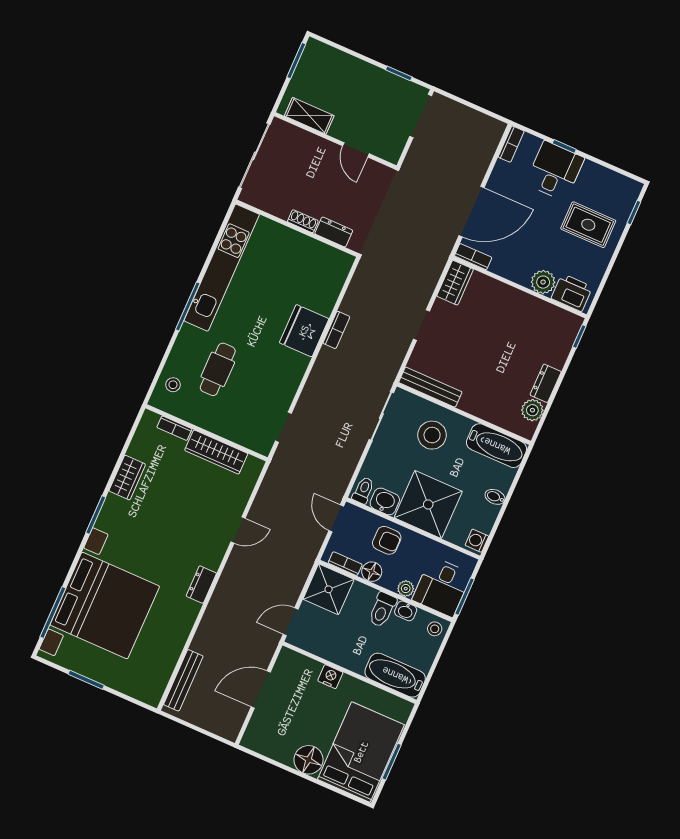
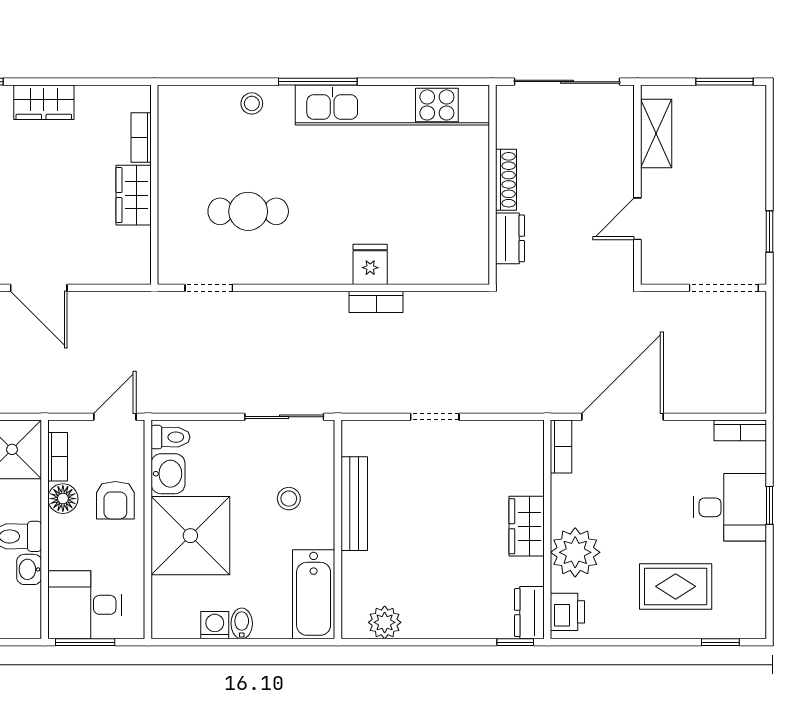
door: (472, 212) -> (622, 417), swing flipped
shoe rack: (303, 221) -> (506, 180), width x1.43
rug: (588, 225) -> (676, 586), turned 90
plant: (543, 282) -> (575, 552), width x1.36, depth x1.36
wardrobe: (455, 283) -> (527, 526), moved, turned 90
printer: (572, 293) -> (567, 612), width x0.73, depth x0.81
fridge: (304, 331) -> (370, 264), width x0.53, depth x0.75
cafe table: (218, 369) -> (248, 211), moved
dresser: (546, 383) -> (529, 613), moved, turned -90
stool: (173, 385) -> (252, 103), moved
bench: (430, 387) -> (354, 504), moved
stool: (432, 435) -> (289, 499), width x0.53, depth x0.53
wardrobe: (216, 452) -> (134, 195), width x0.67
door: (238, 530) -> (39, 288), width x1.38
washing machine: (477, 541) -> (215, 625), moved
plant: (406, 589) -> (60, 556), removed
stool: (435, 629) -> (22, 621), removed

